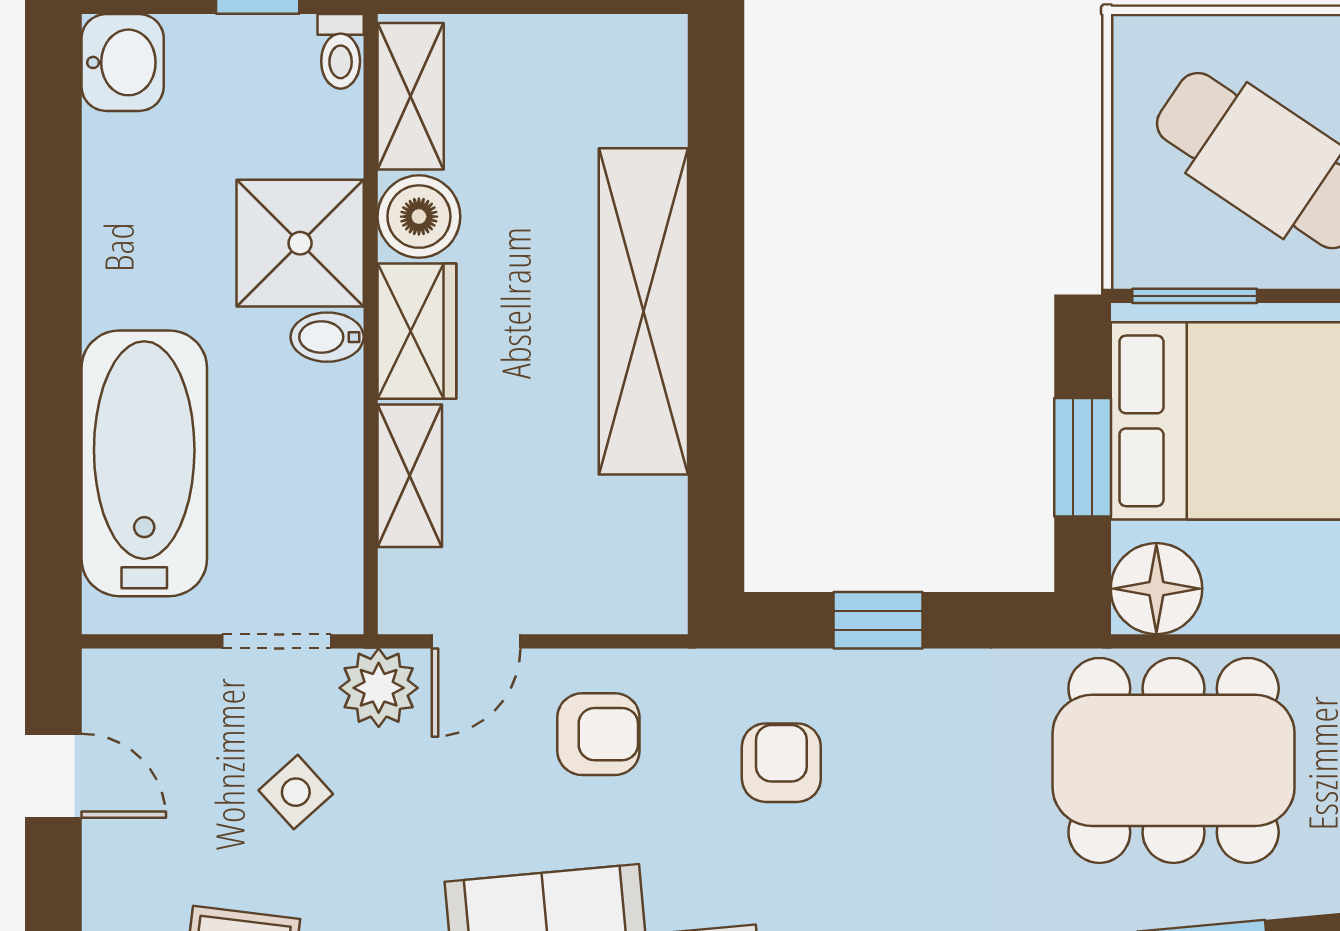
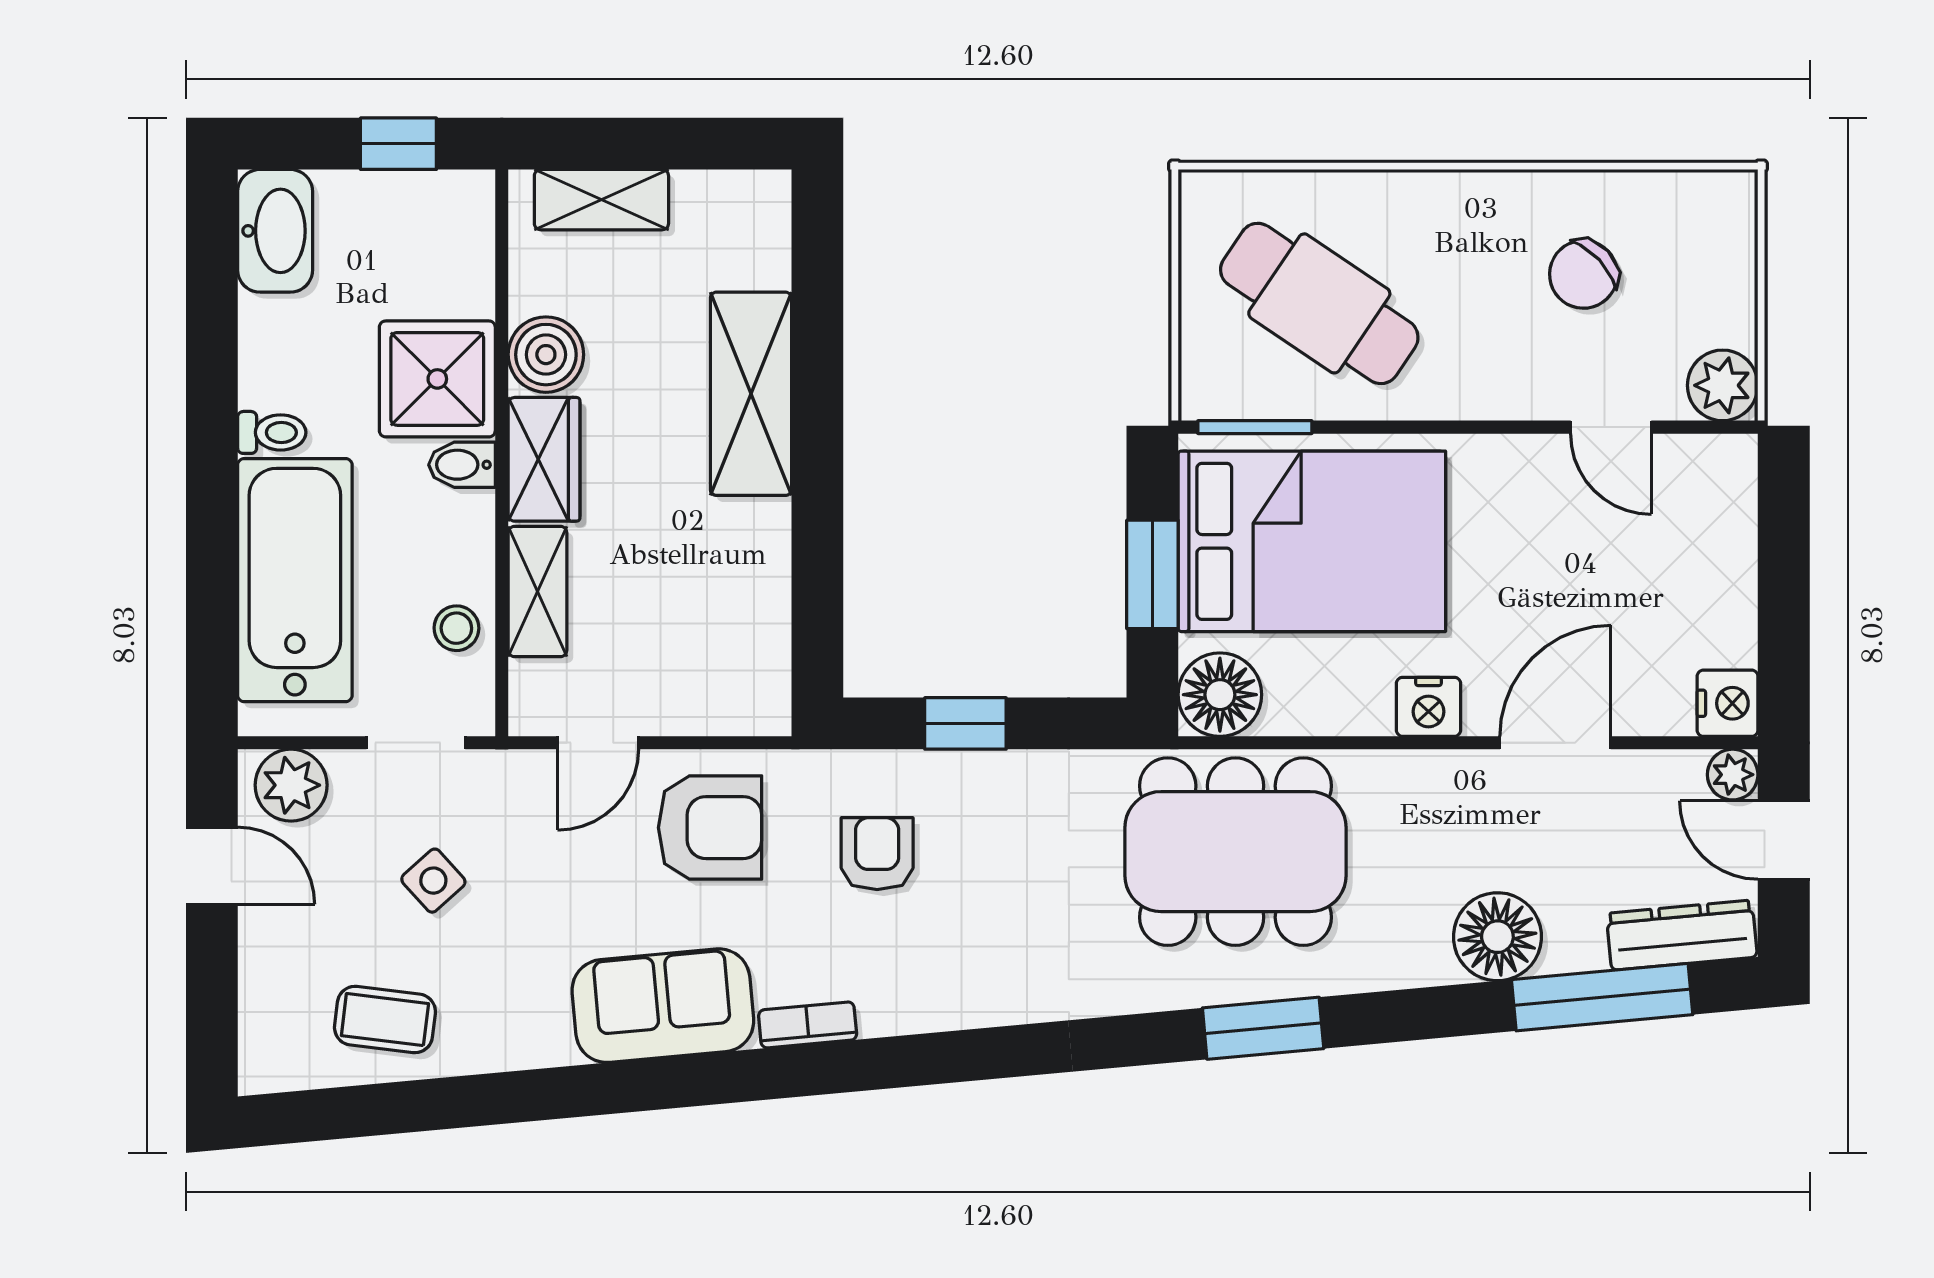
toilet: (341, 51) -> (272, 432), moved, turned -90
washbasin: (123, 62) -> (275, 231), width x1.38
shelving: (411, 96) -> (601, 200), moved, turned 90
shelving: (643, 311) -> (751, 394), width x0.68
stool: (321, 516) -> (456, 628), added
plant: (379, 688) -> (291, 785), moved
armchair: (598, 734) -> (710, 828), width x1.38, depth x1.38

